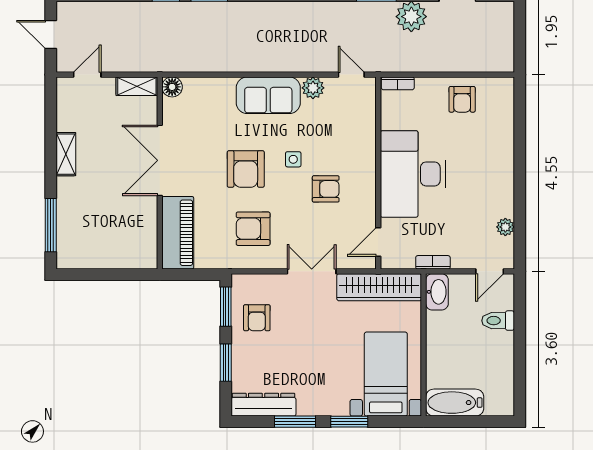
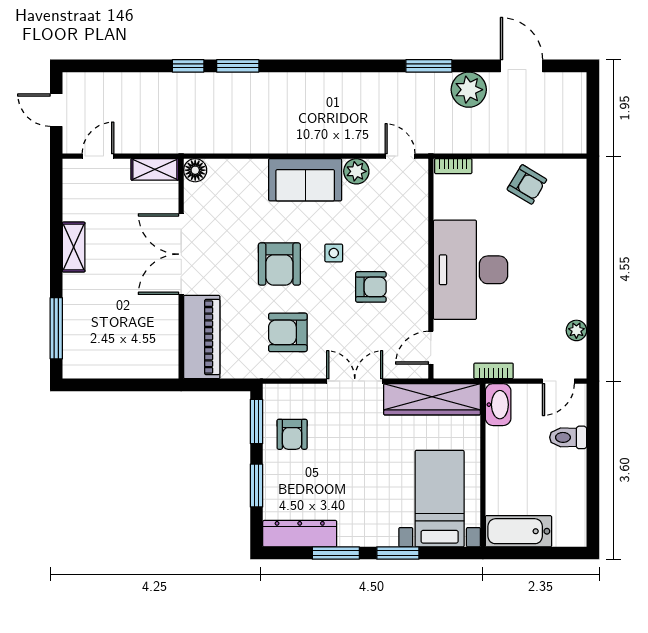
armchair: (462, 99) -> (527, 184), turned -59

